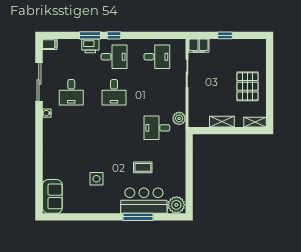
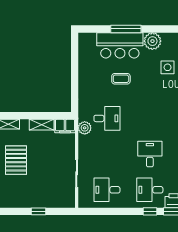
filing cabinet: (199, 46) -> (65, 126), moved, turned 180
plant: (176, 205) -> (152, 41), moved

